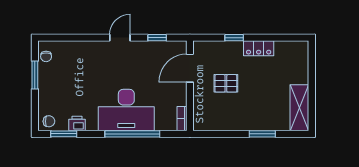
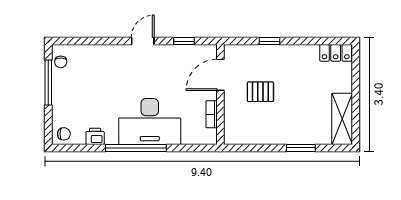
locker: (259, 48) -> (336, 53), moved
window: (35, 75) -> (48, 82), width x1.44
bookcase: (182, 119) -> (212, 114), moved
window: (64, 134) -> (80, 148), removed
window: (132, 134) -> (136, 148), moved

